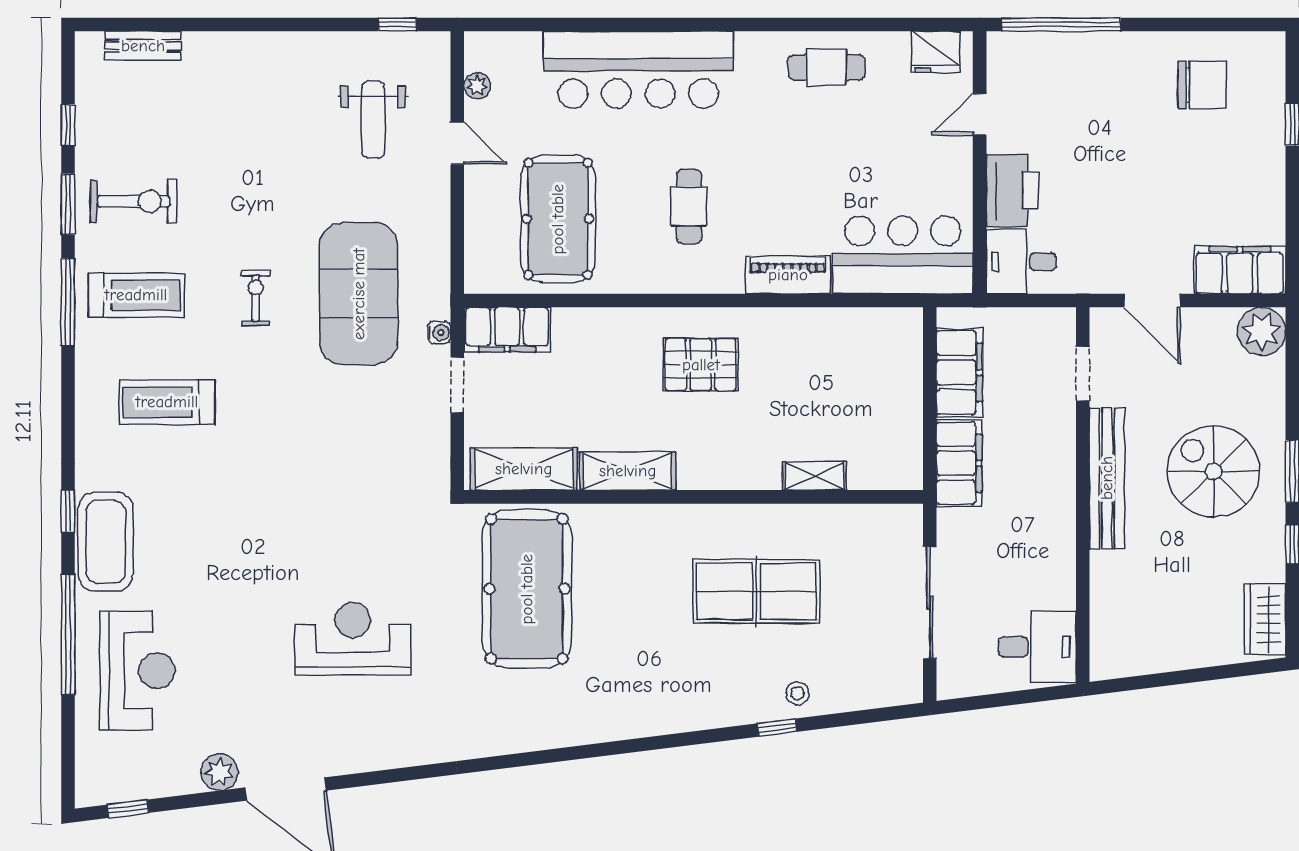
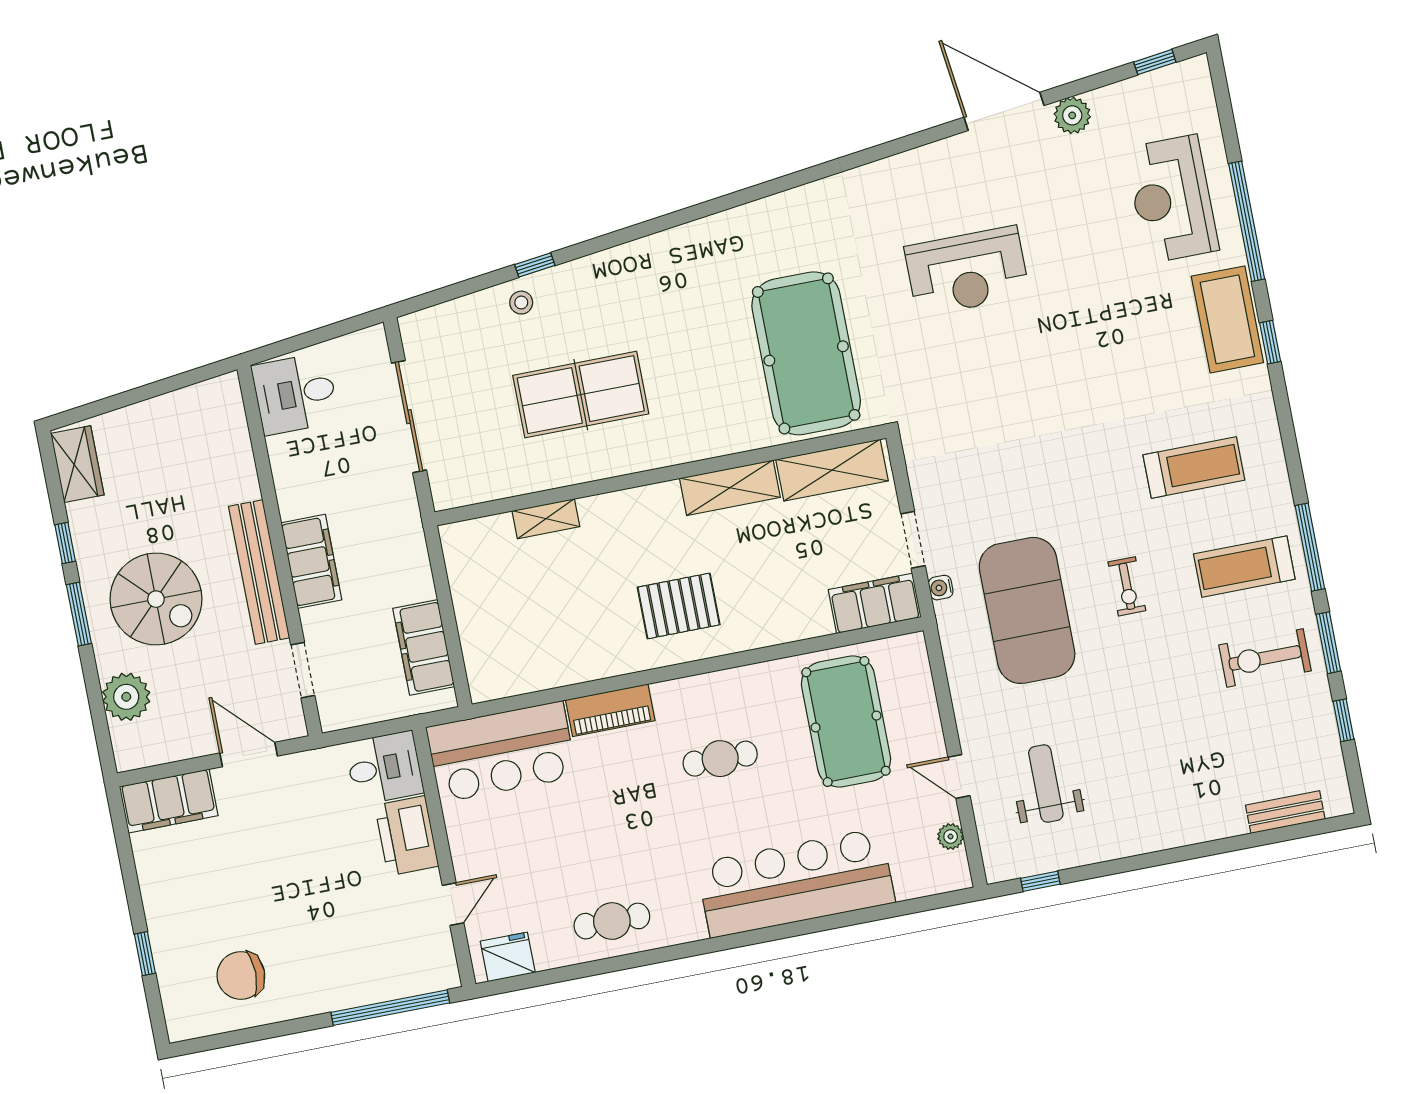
cafe table: (689, 206) -> (720, 759), turned 90
plant: (1262, 331) -> (126, 697), moved
filing cabinet: (959, 463) -> (311, 561), moved, turned 180

